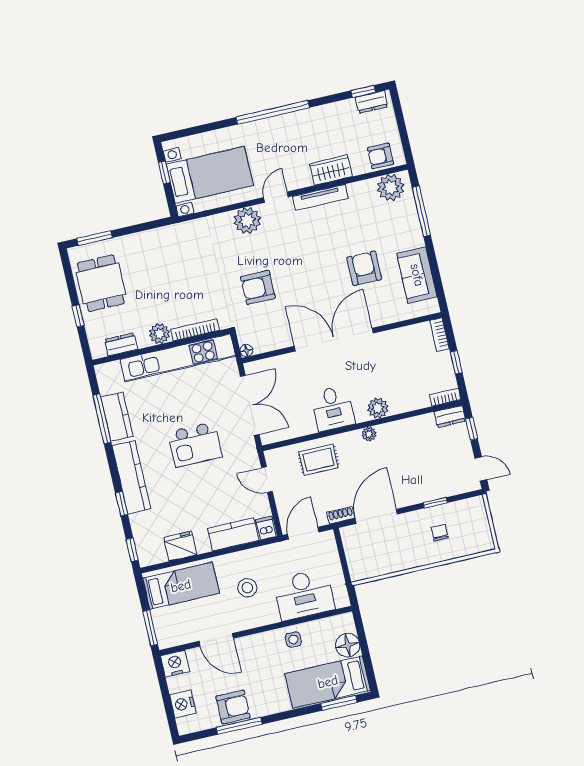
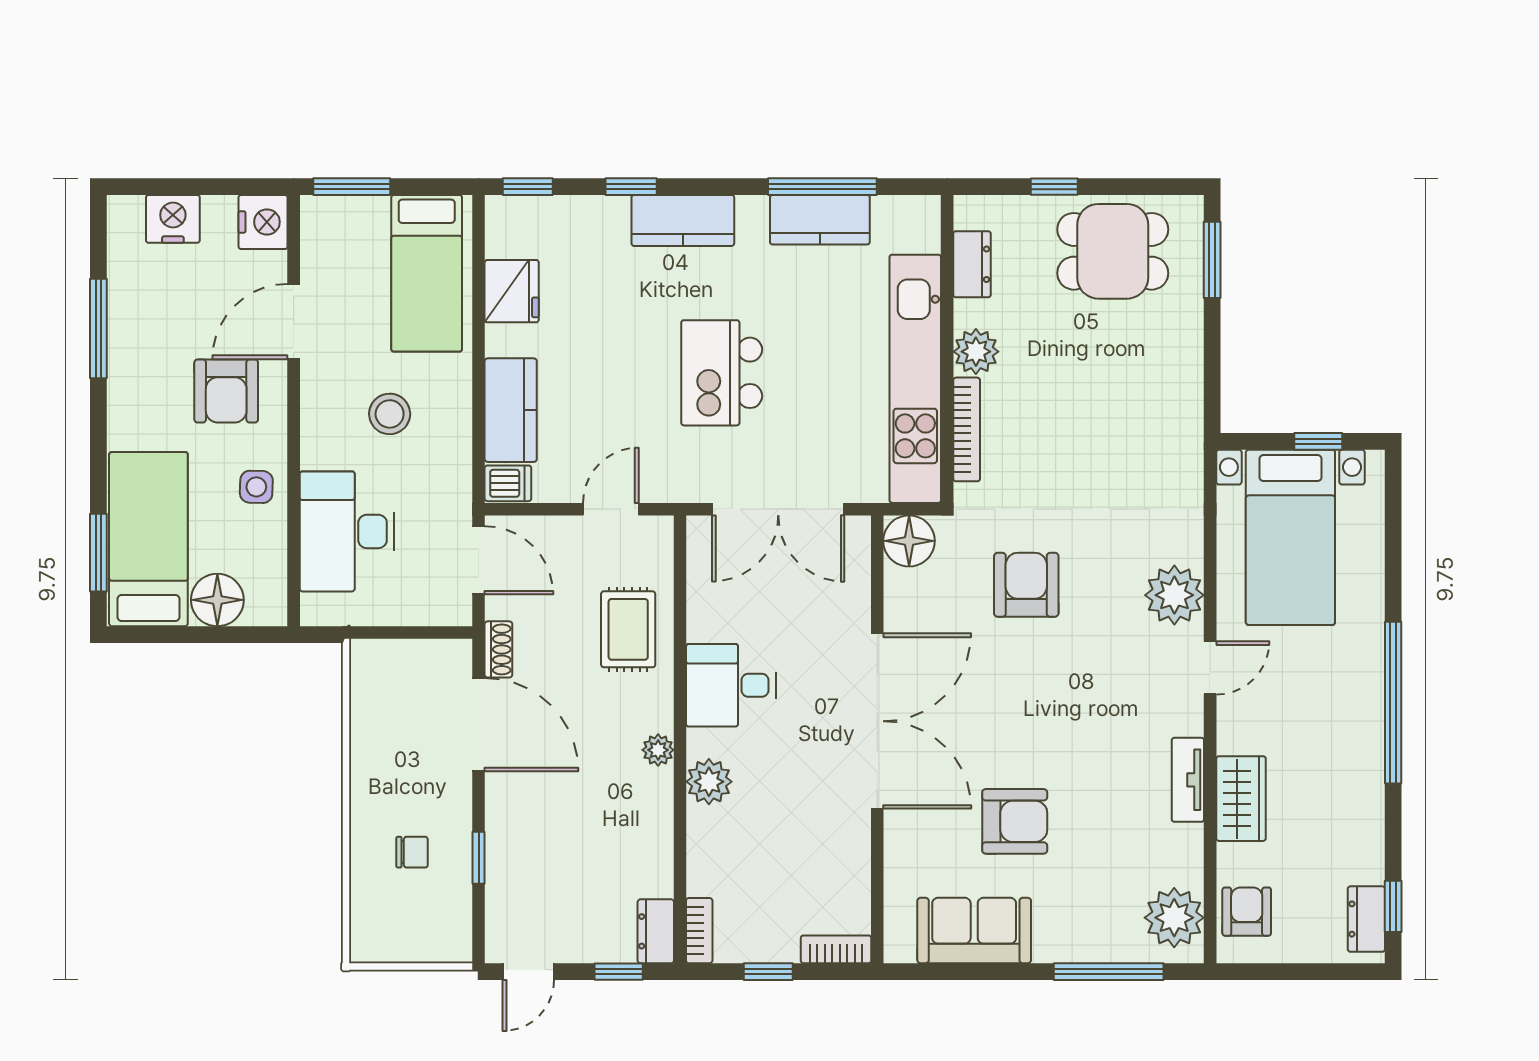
door: (276, 197) -> (1210, 668), hinge flipped
tv unit: (320, 197) -> (1188, 780), width x0.71
floor lamp: (246, 351) -> (909, 541), width x1.89, depth x1.89
kitchen counter: (131, 477) -> (683, 220), width x0.67
armchair: (233, 707) -> (226, 391), moved

